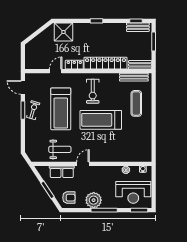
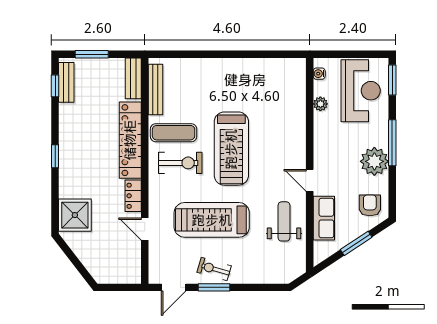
exercise mat: (136, 103) -> (174, 133), moved
treadmill: (61, 109) -> (212, 220), turned 180

